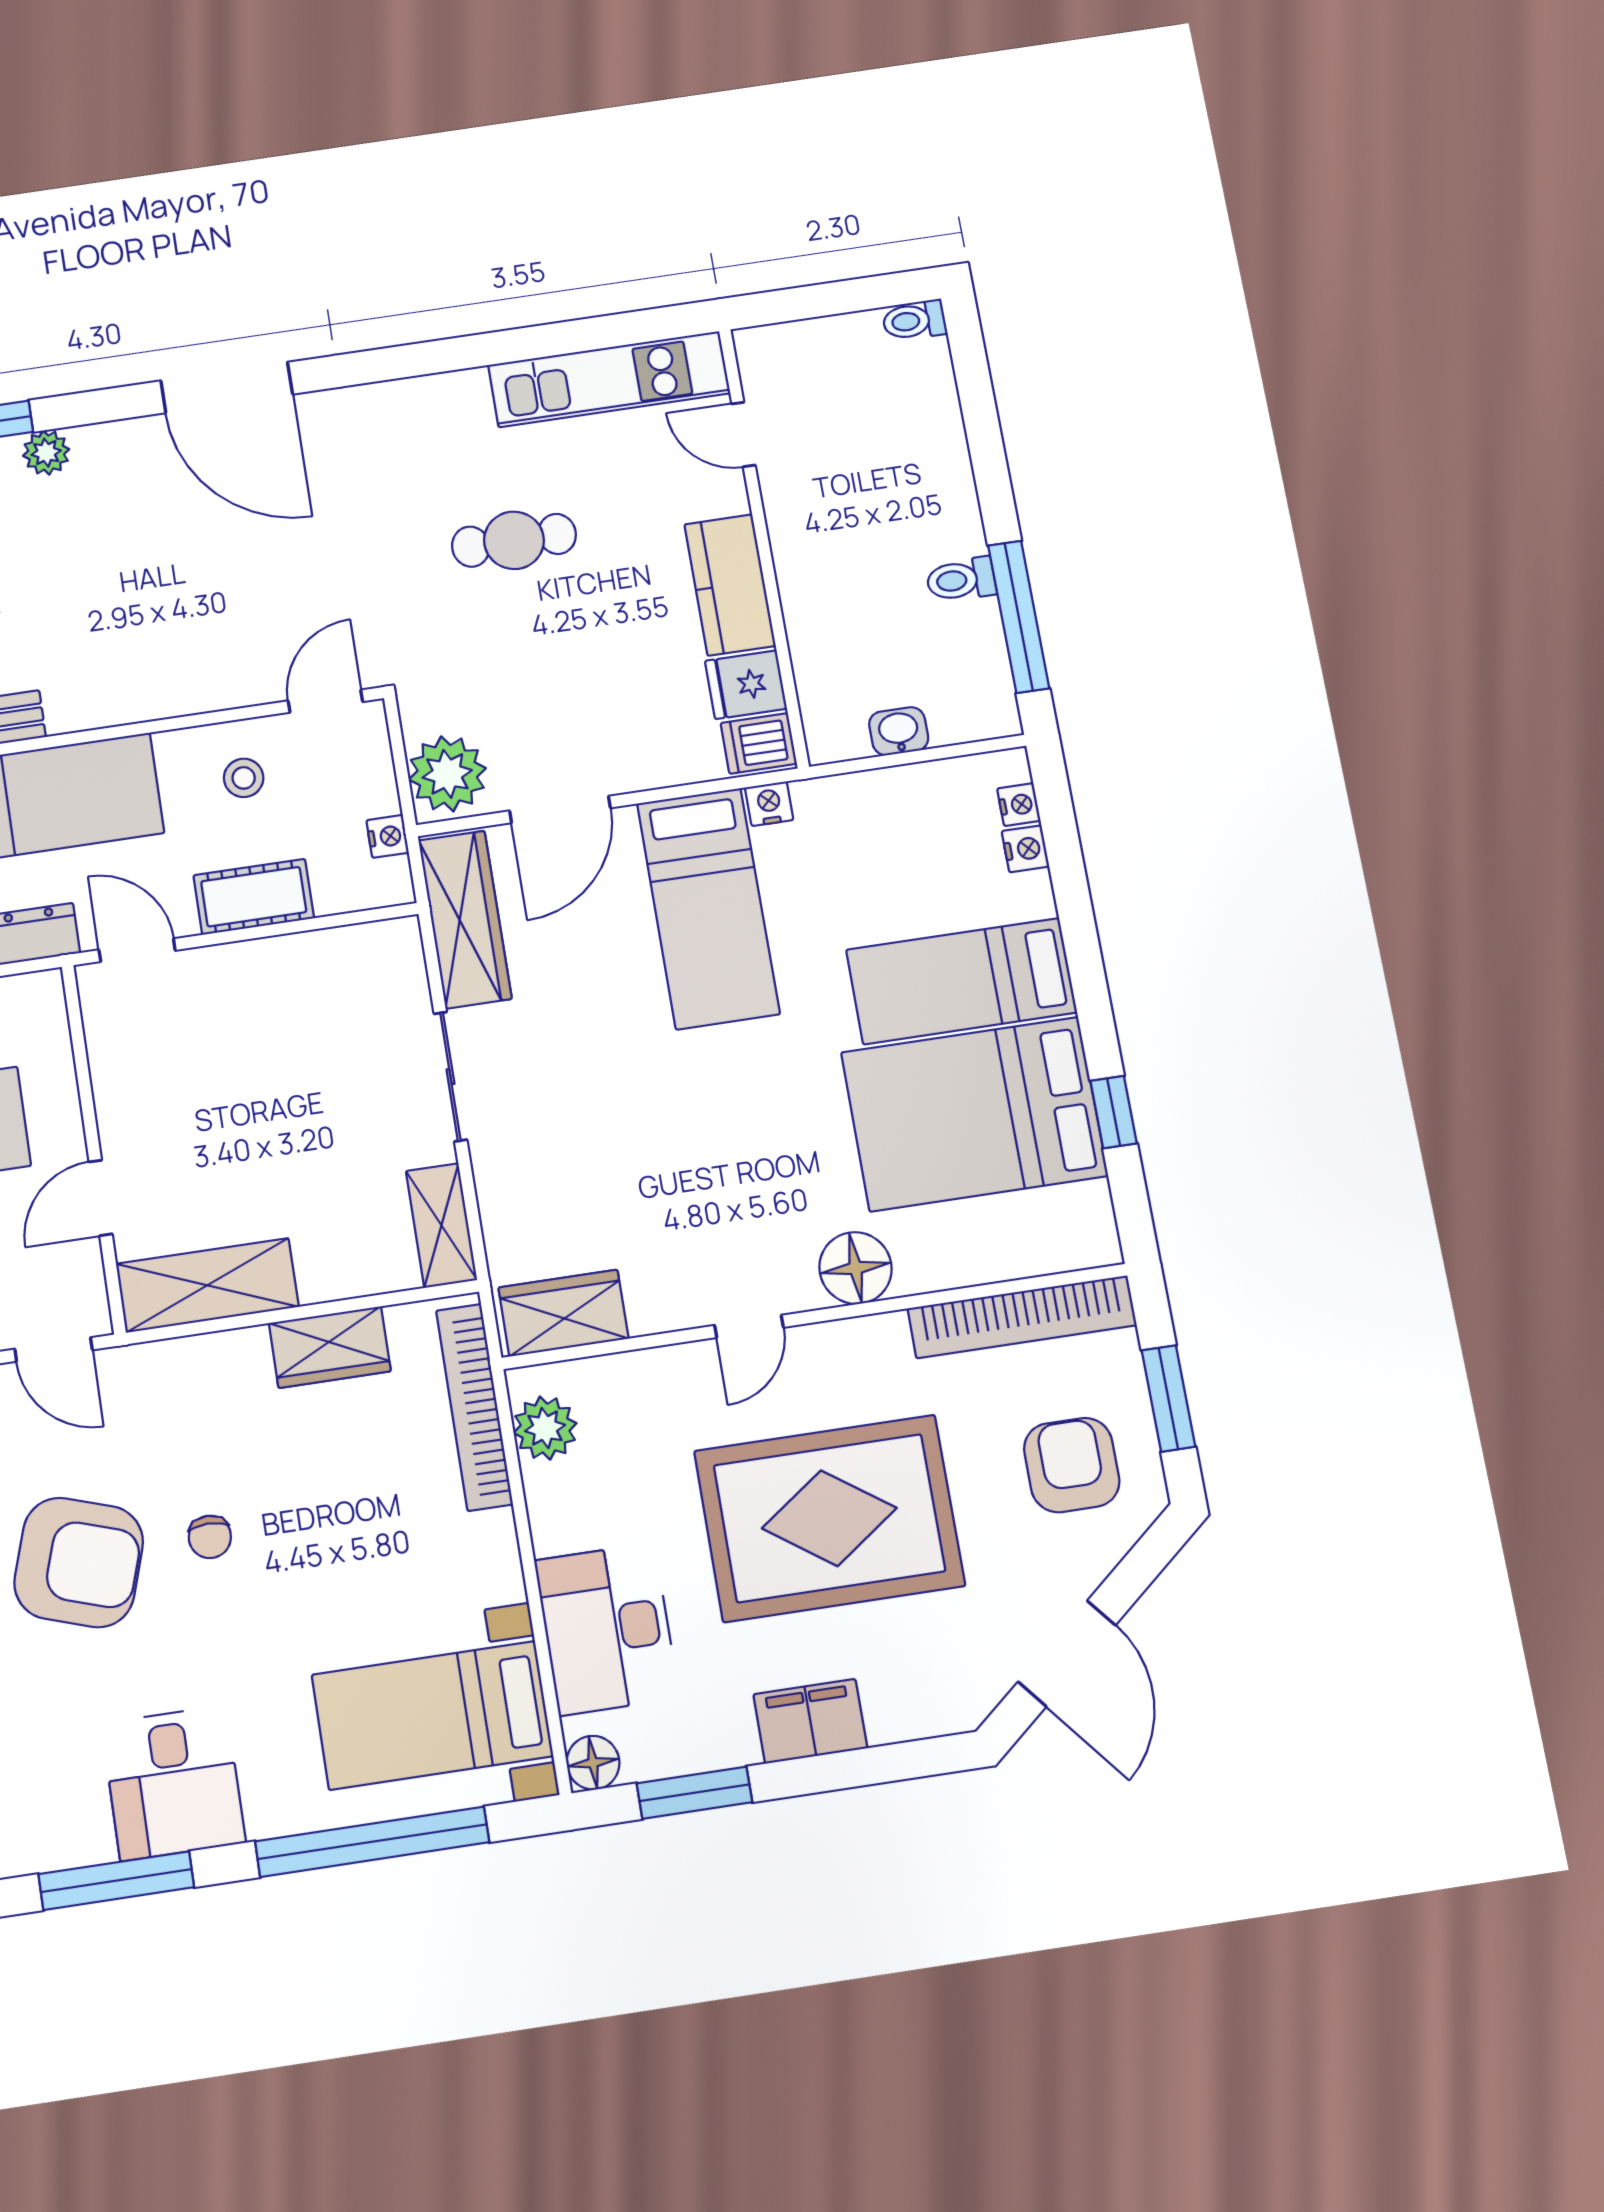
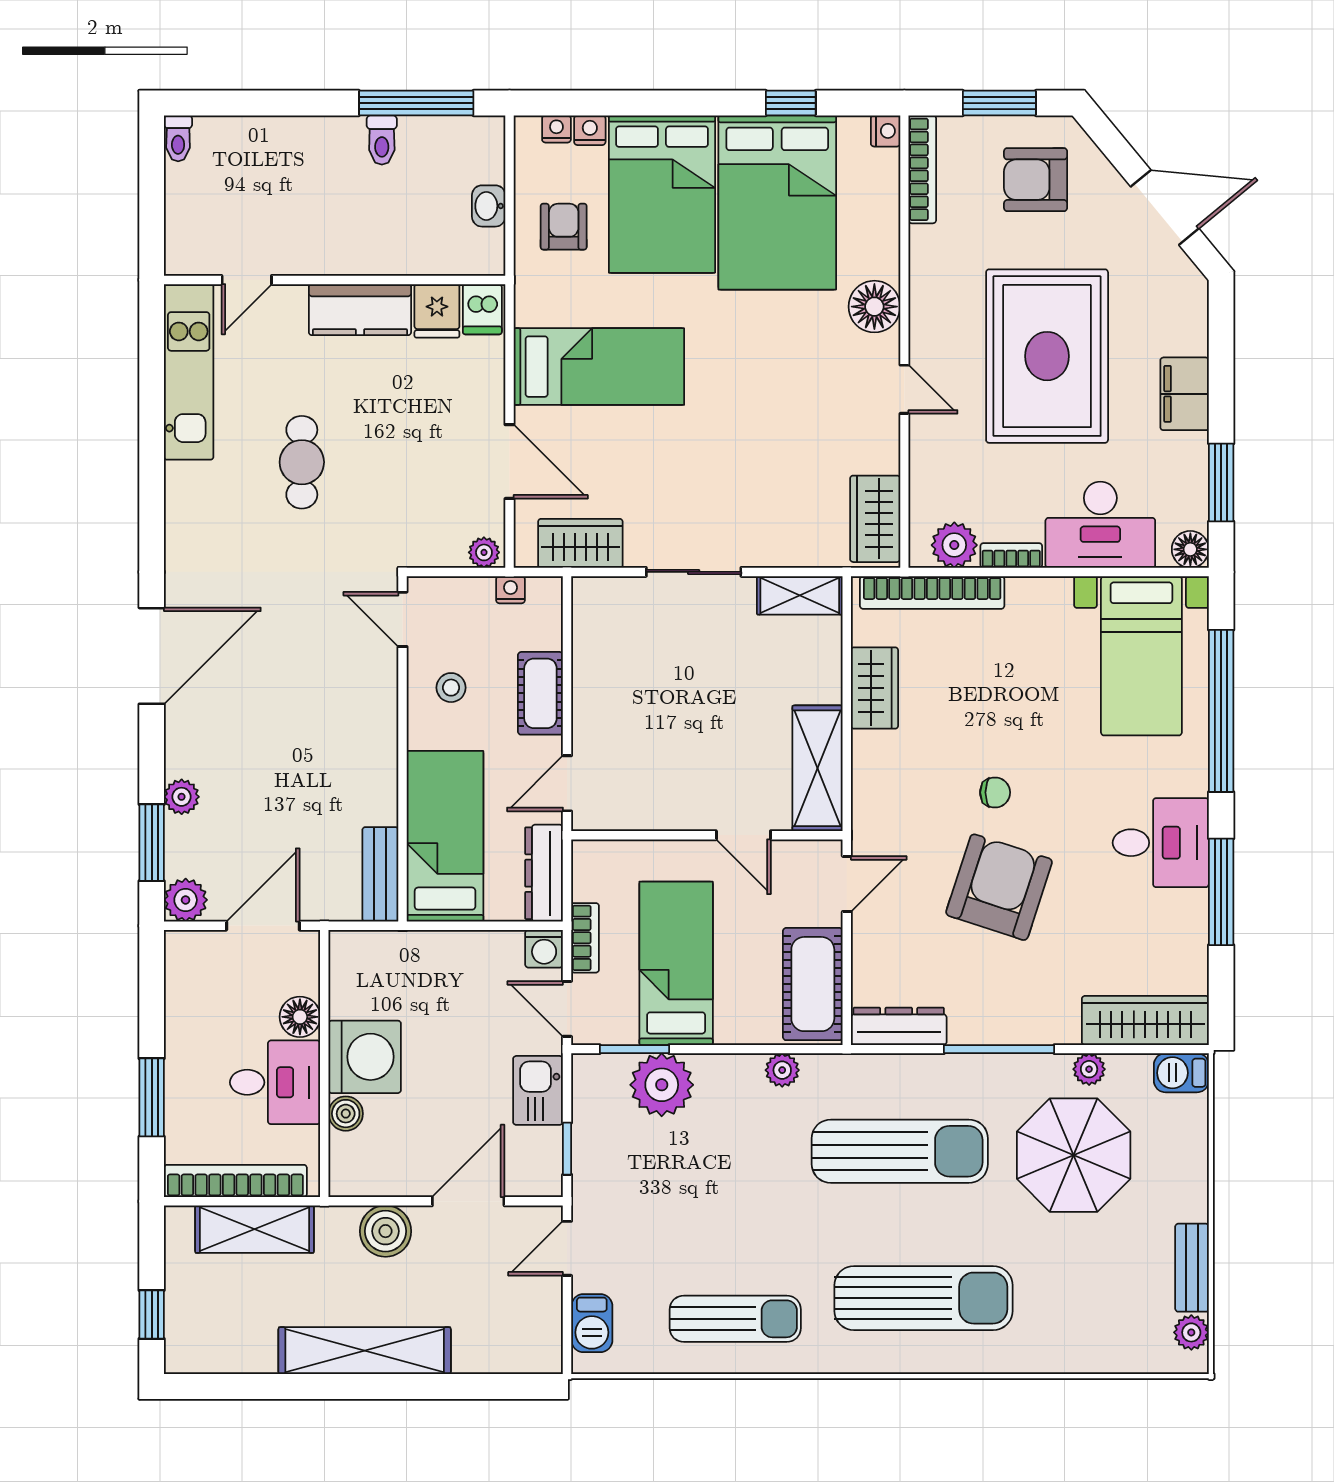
plant: (447, 774) -> (484, 552), width x0.53, depth x0.53
nightstand: (769, 804) -> (886, 131), moved, turned 180
armchair: (889, 834) -> (564, 227), added
wardrobe: (465, 919) -> (580, 543), width x0.67
bed: (961, 981) -> (662, 194), width x1.50
bookcase: (1022, 1317) -> (922, 169), width x0.68, depth x0.76
bookcase: (543, 1510) -> (1011, 555), added

